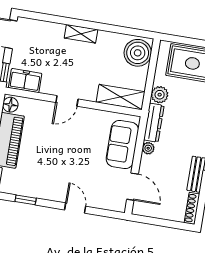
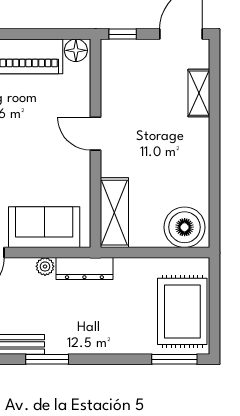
shelving: (81, 34) -> (199, 93), moved
freezer: (25, 81) -> (115, 66), removed
plant: (160, 95) -> (128, 270), removed

